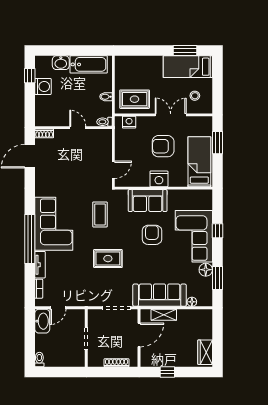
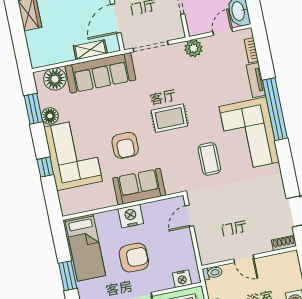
coffee table: (100, 214) -> (209, 159), moved
rug: (108, 259) -> (169, 118), moved
plant: (83, 299) -> (193, 48), added
floor lamp: (192, 302) -> (55, 79), width x1.89, depth x1.89

